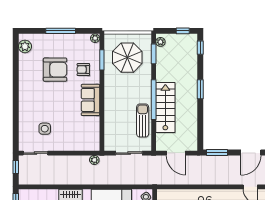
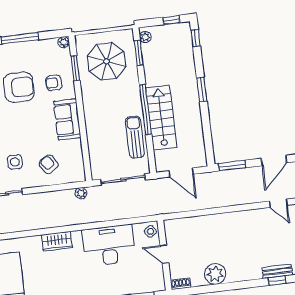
armchair: (71, 134) -> (49, 164), added
sliding door: (129, 153) -> (123, 179), width x1.37

